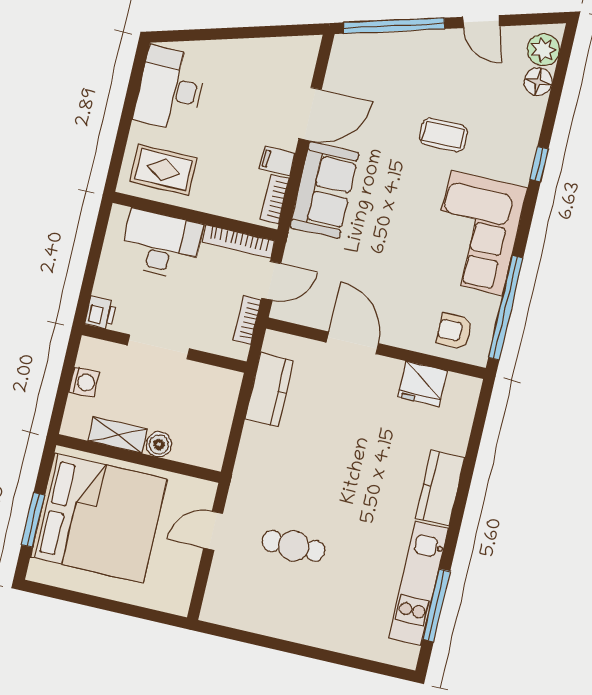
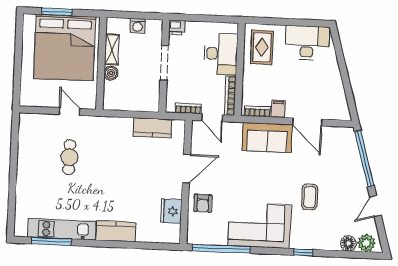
armchair: (454, 331) -> (203, 203), moved, turned 180

